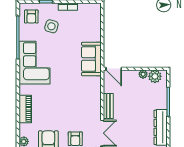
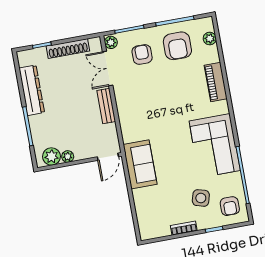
armchair: (31, 17) -> (230, 206), turned 180
door: (114, 69) -> (108, 157), swing flipped

